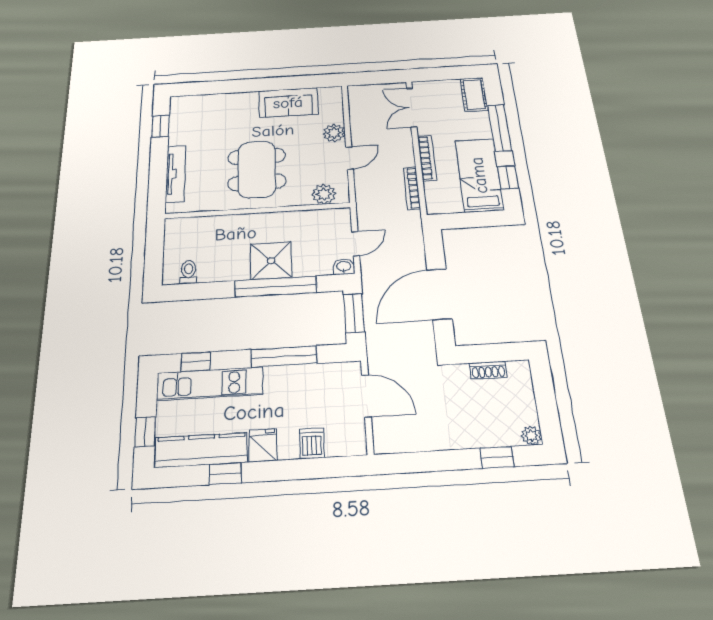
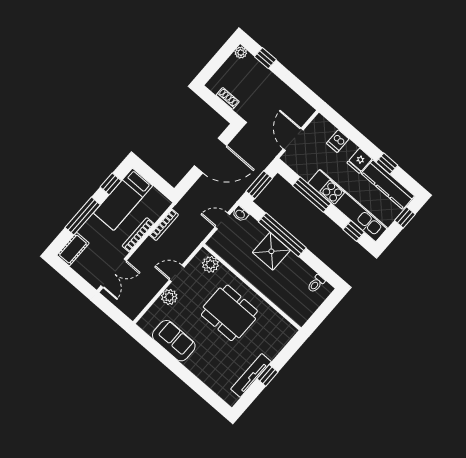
window: (160, 126) -> (267, 375), moved
dining table: (257, 169) -> (229, 313), turned 90
tv unit: (176, 174) -> (251, 375), moved
kitchen unit: (210, 384) -> (348, 206), width x1.36

